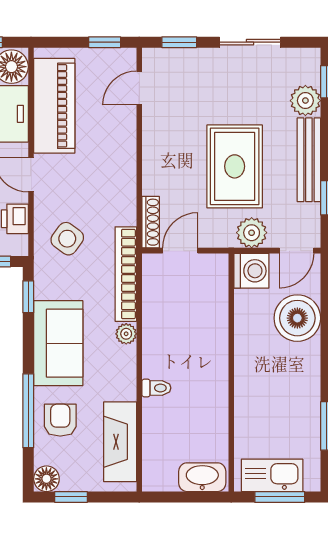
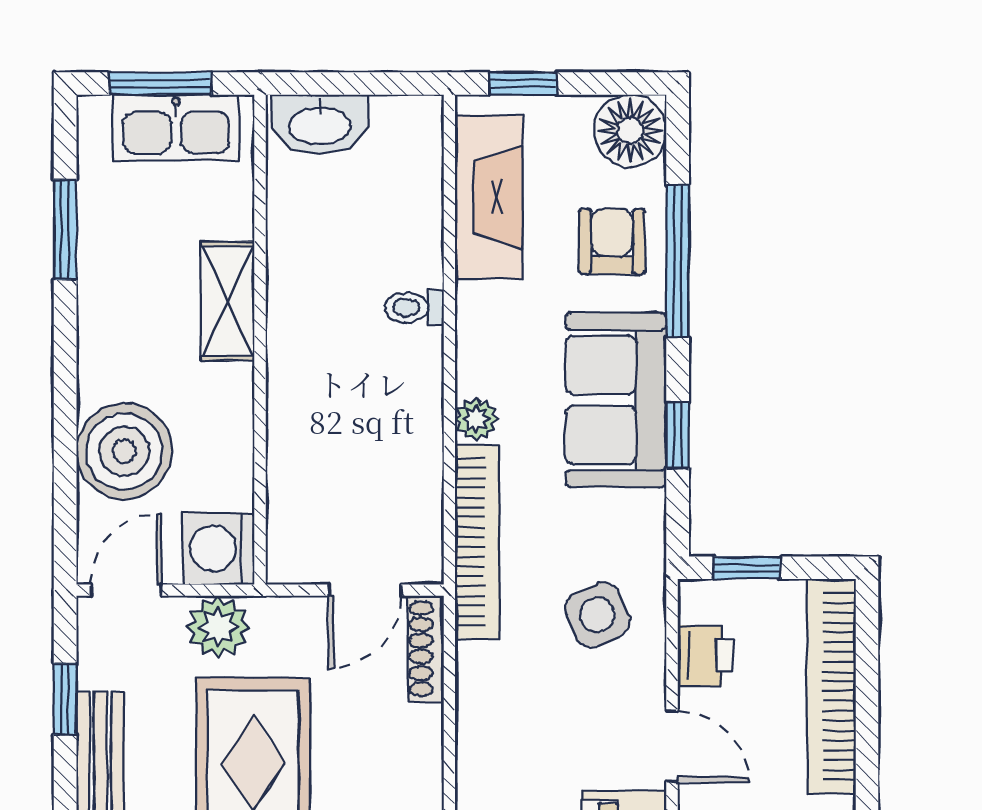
side table: (67, 239) -> (597, 615), turned 30
window: (28, 297) -> (678, 435), moved
shelving: (247, 391) -> (228, 301), added
armchair: (60, 420) -> (612, 241), turned 180
floor lamp: (46, 479) -> (630, 131), width x1.38, depth x1.38
window: (71, 497) -> (523, 83), moved

